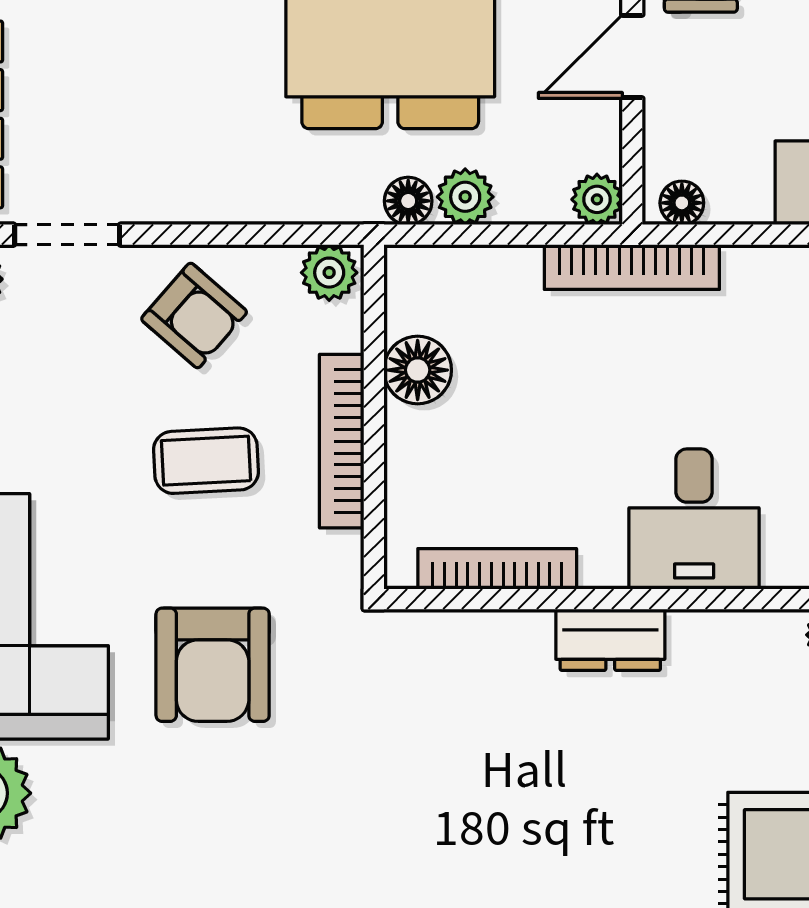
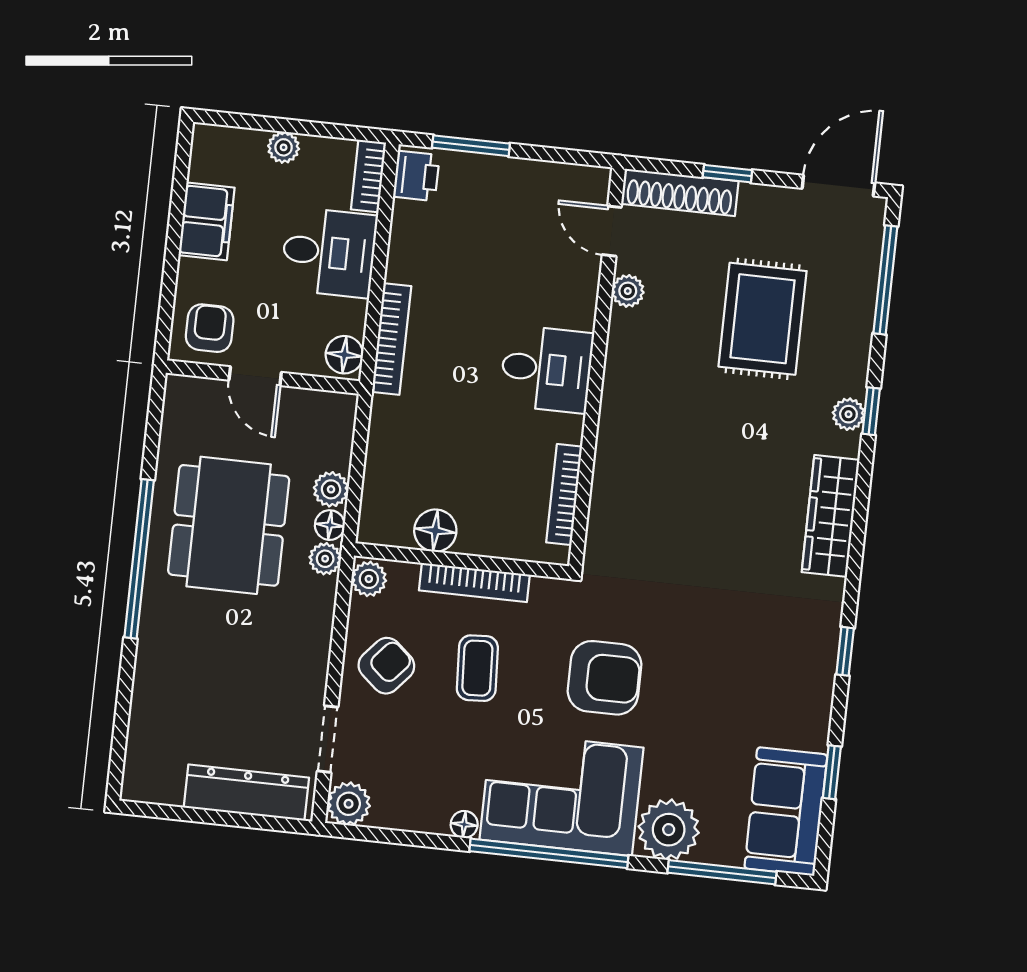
plant: (597, 199) -> (325, 559), moved
floor lamp: (682, 203) -> (344, 355), width x1.37, depth x1.37
bookcase: (632, 267) -> (391, 339), moved
dresser: (610, 640) -> (616, 429), removed

